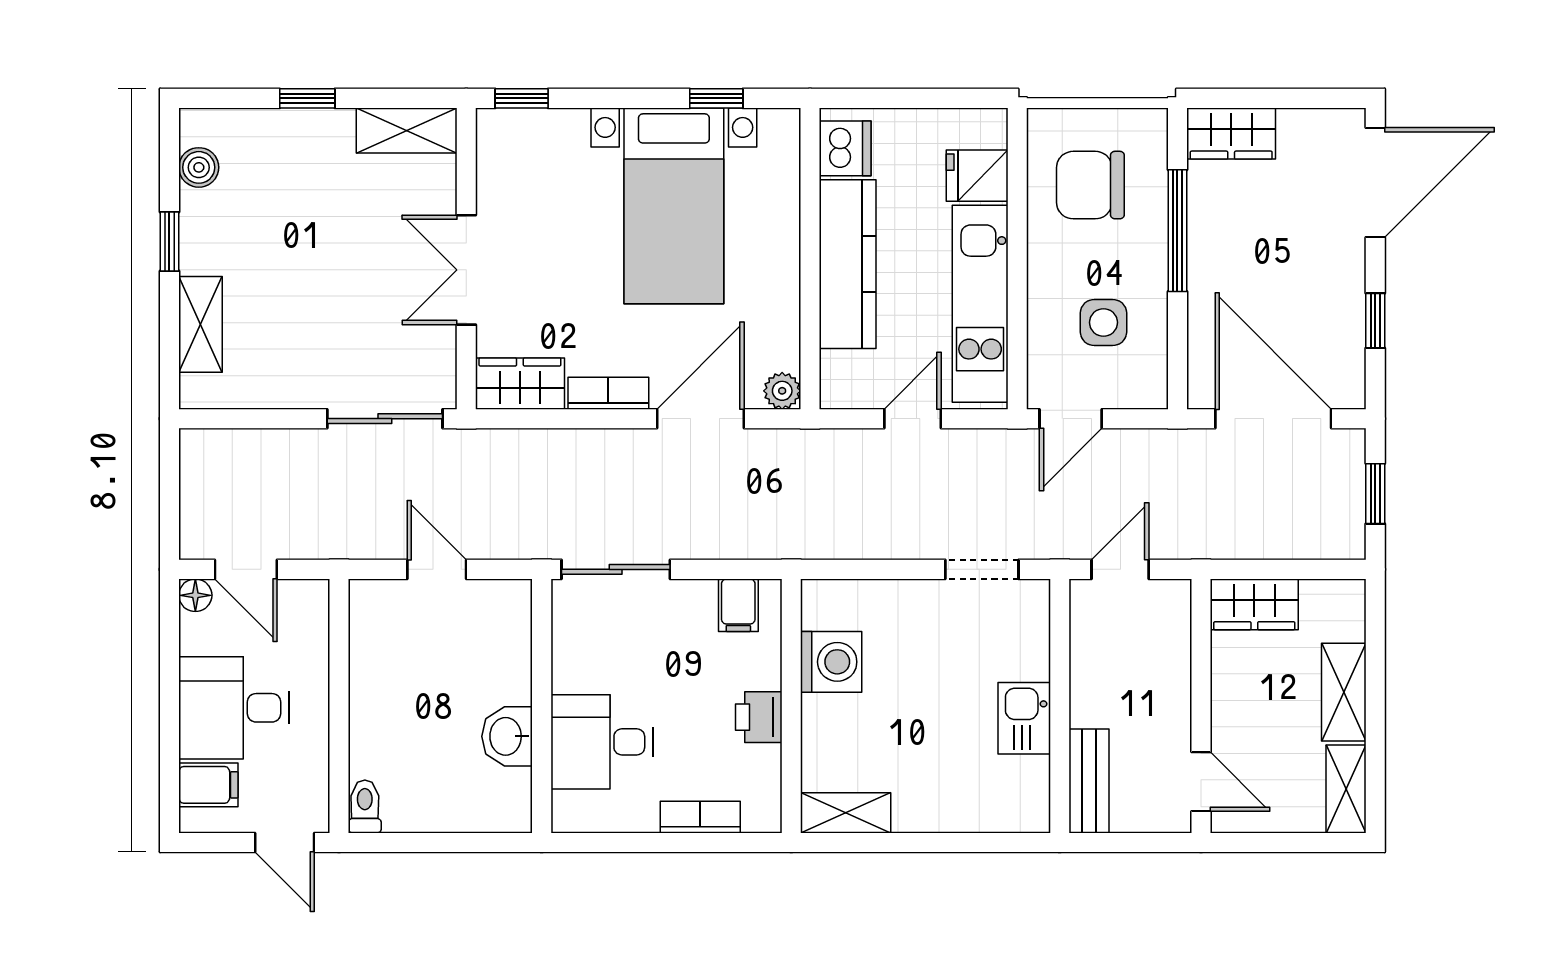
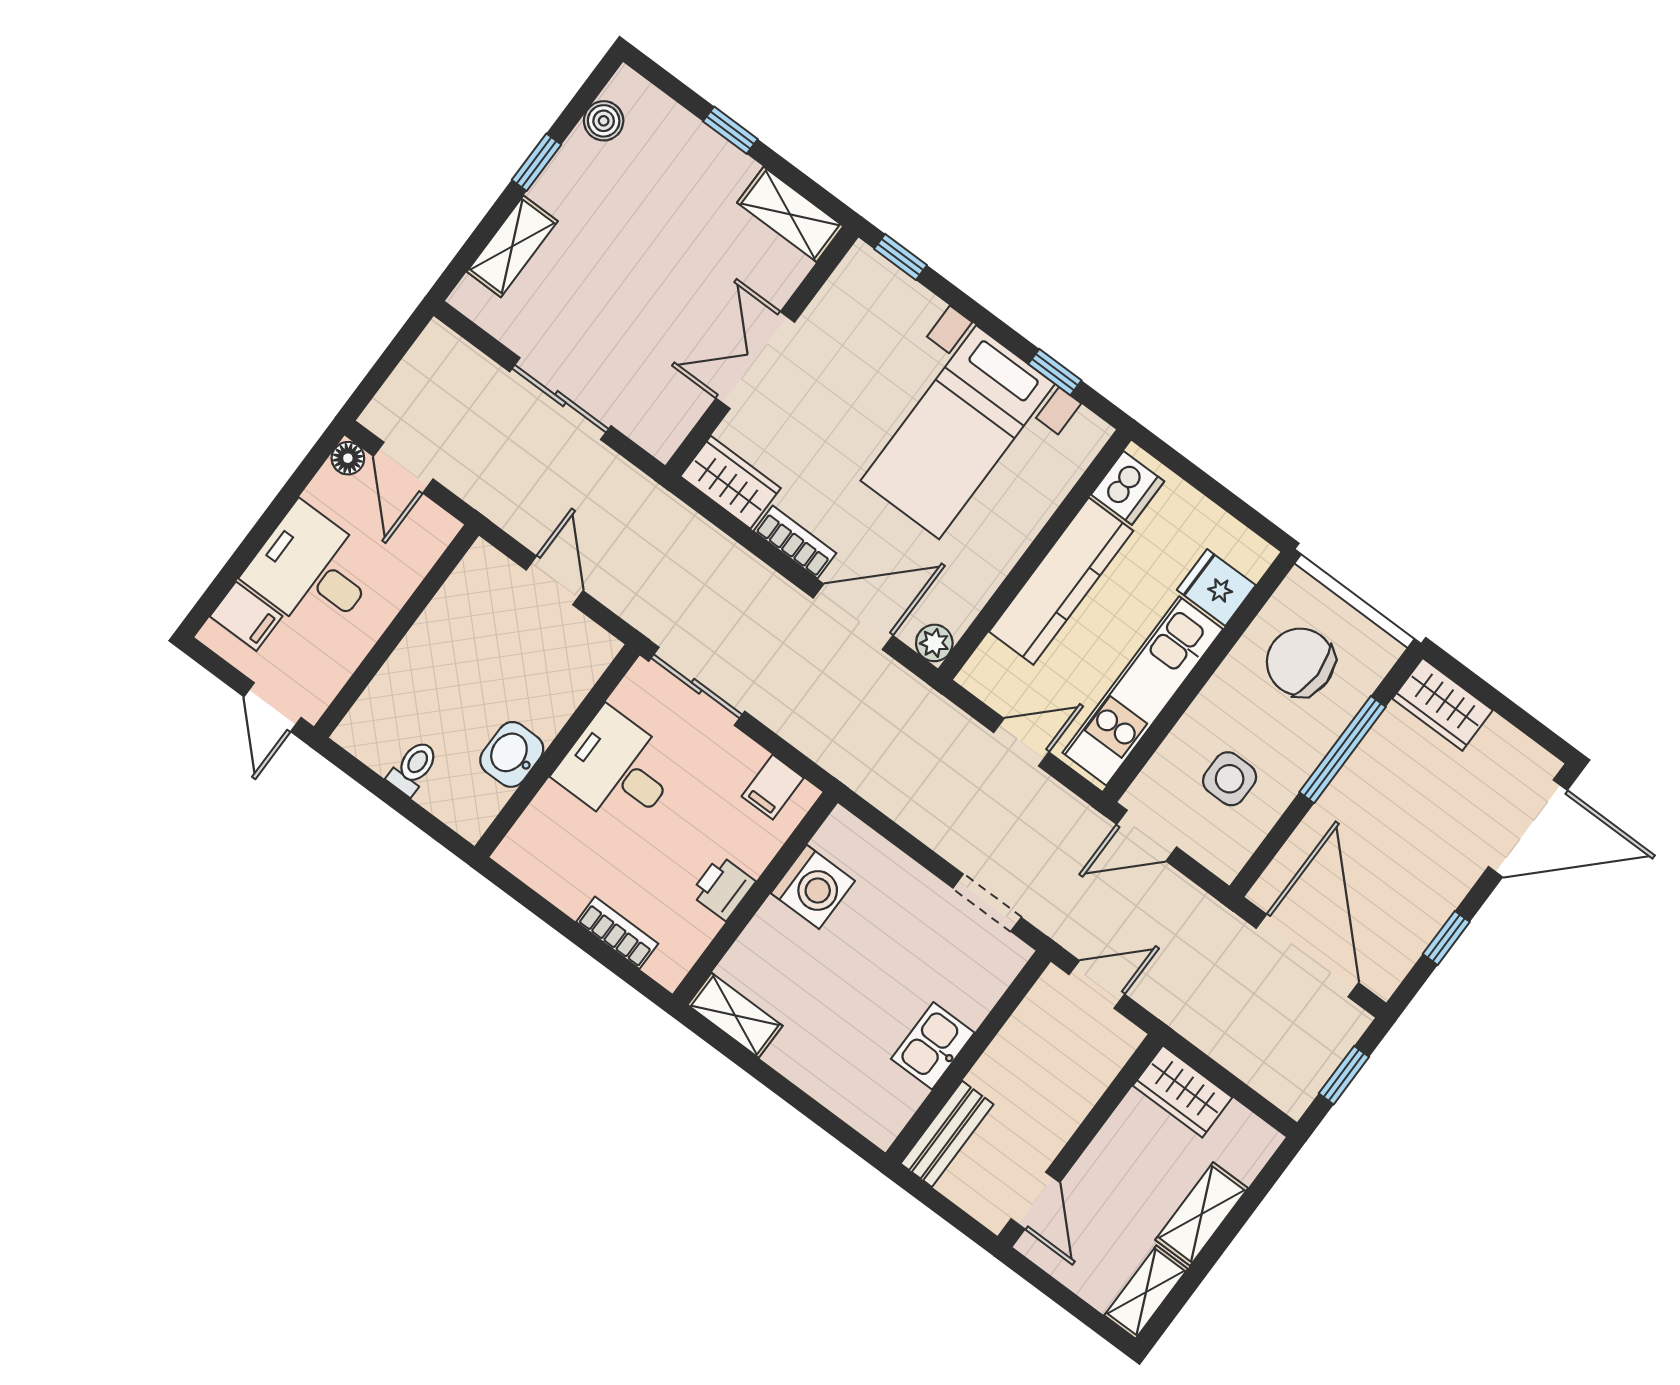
sliding door: (385, 419) -> (560, 399), moved
desk: (602, 742) -> (618, 769), moved
toilet: (365, 807) -> (413, 768), moved

